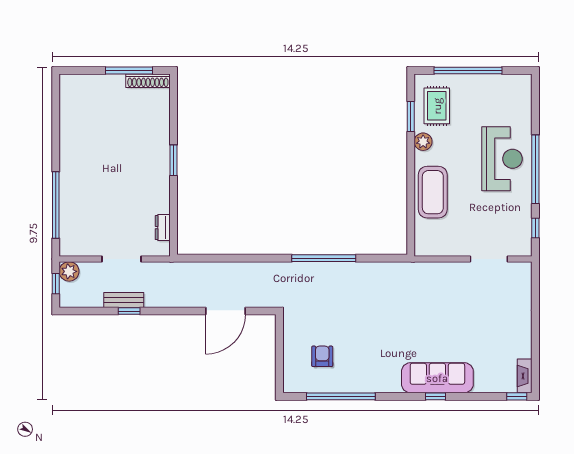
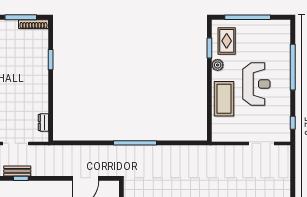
reception desk: (502, 159) -> (256, 84), moved
window: (174, 160) -> (51, 60), moved
window: (535, 169) -> (293, 67), moved
window: (324, 258) -> (135, 143), moved

